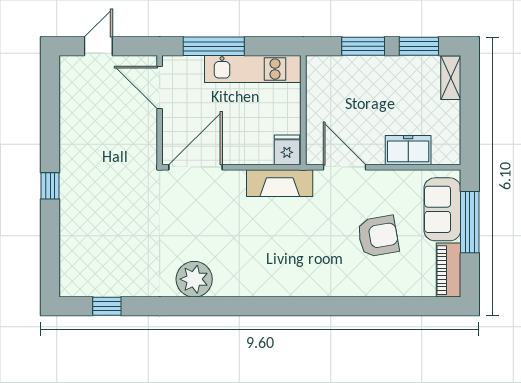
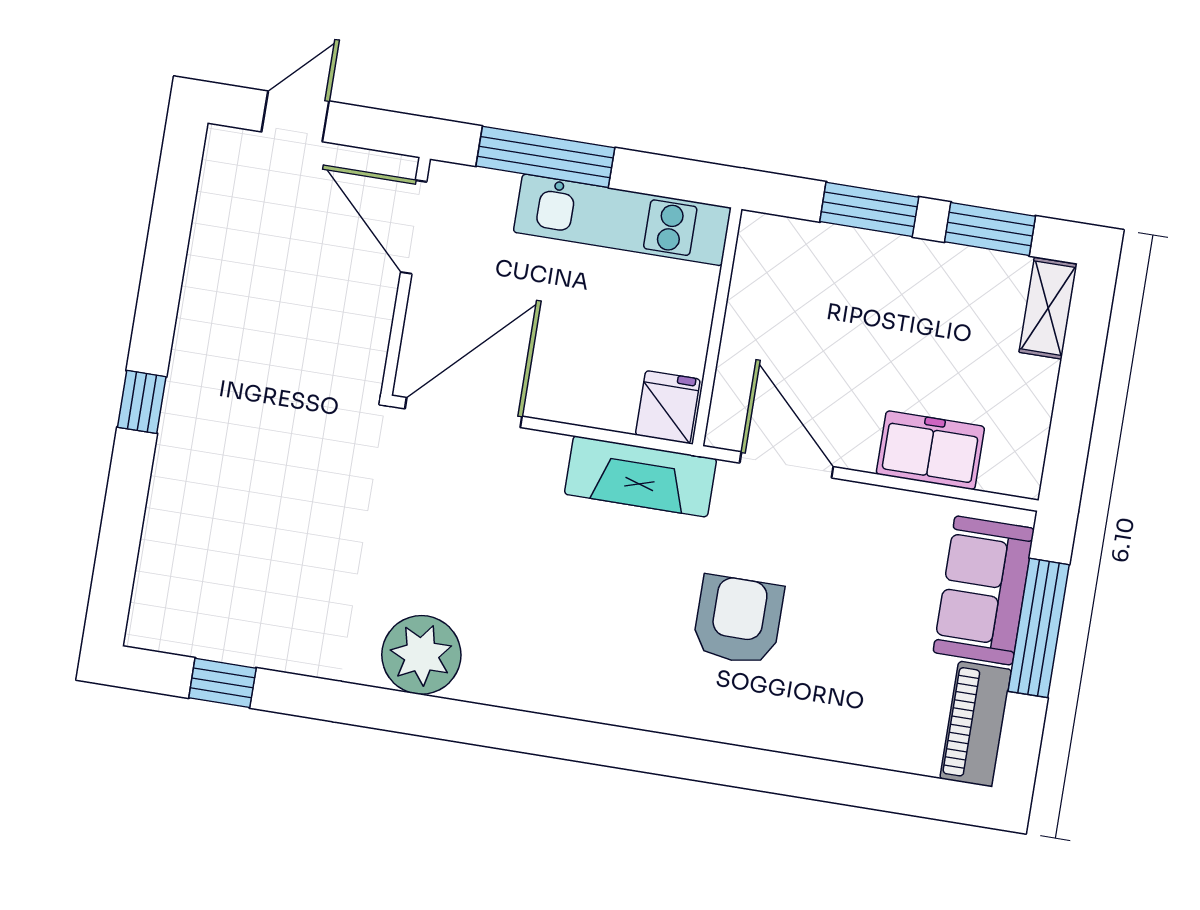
armchair: (378, 236) -> (738, 620), moved, turned -80

